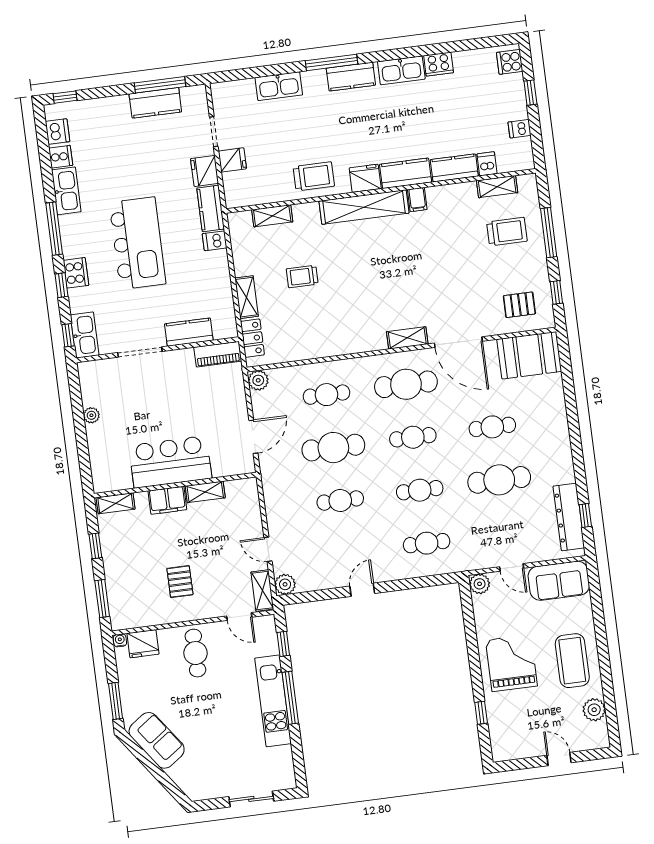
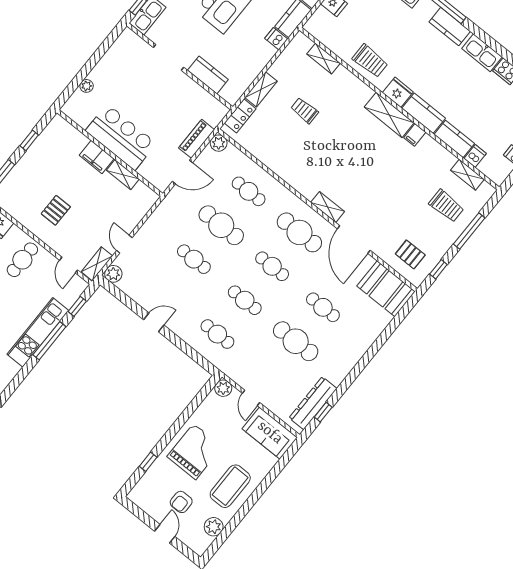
shelving: (364, 207) -> (389, 115), width x0.68
piano: (218, 354) -> (197, 139), moved, turned 90
plant: (91, 415) -> (87, 86), moved
shelving: (116, 503) -> (66, 128), removed
armchair: (545, 717) -> (181, 502), added

